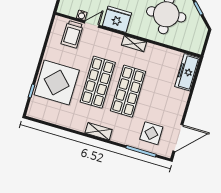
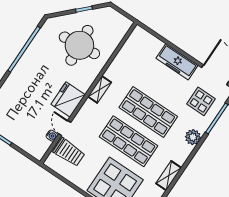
freezer: (187, 72) -> (177, 62), moved
shelving: (99, 131) -> (169, 176), moved
plant: (119, 136) -> (193, 137), added

